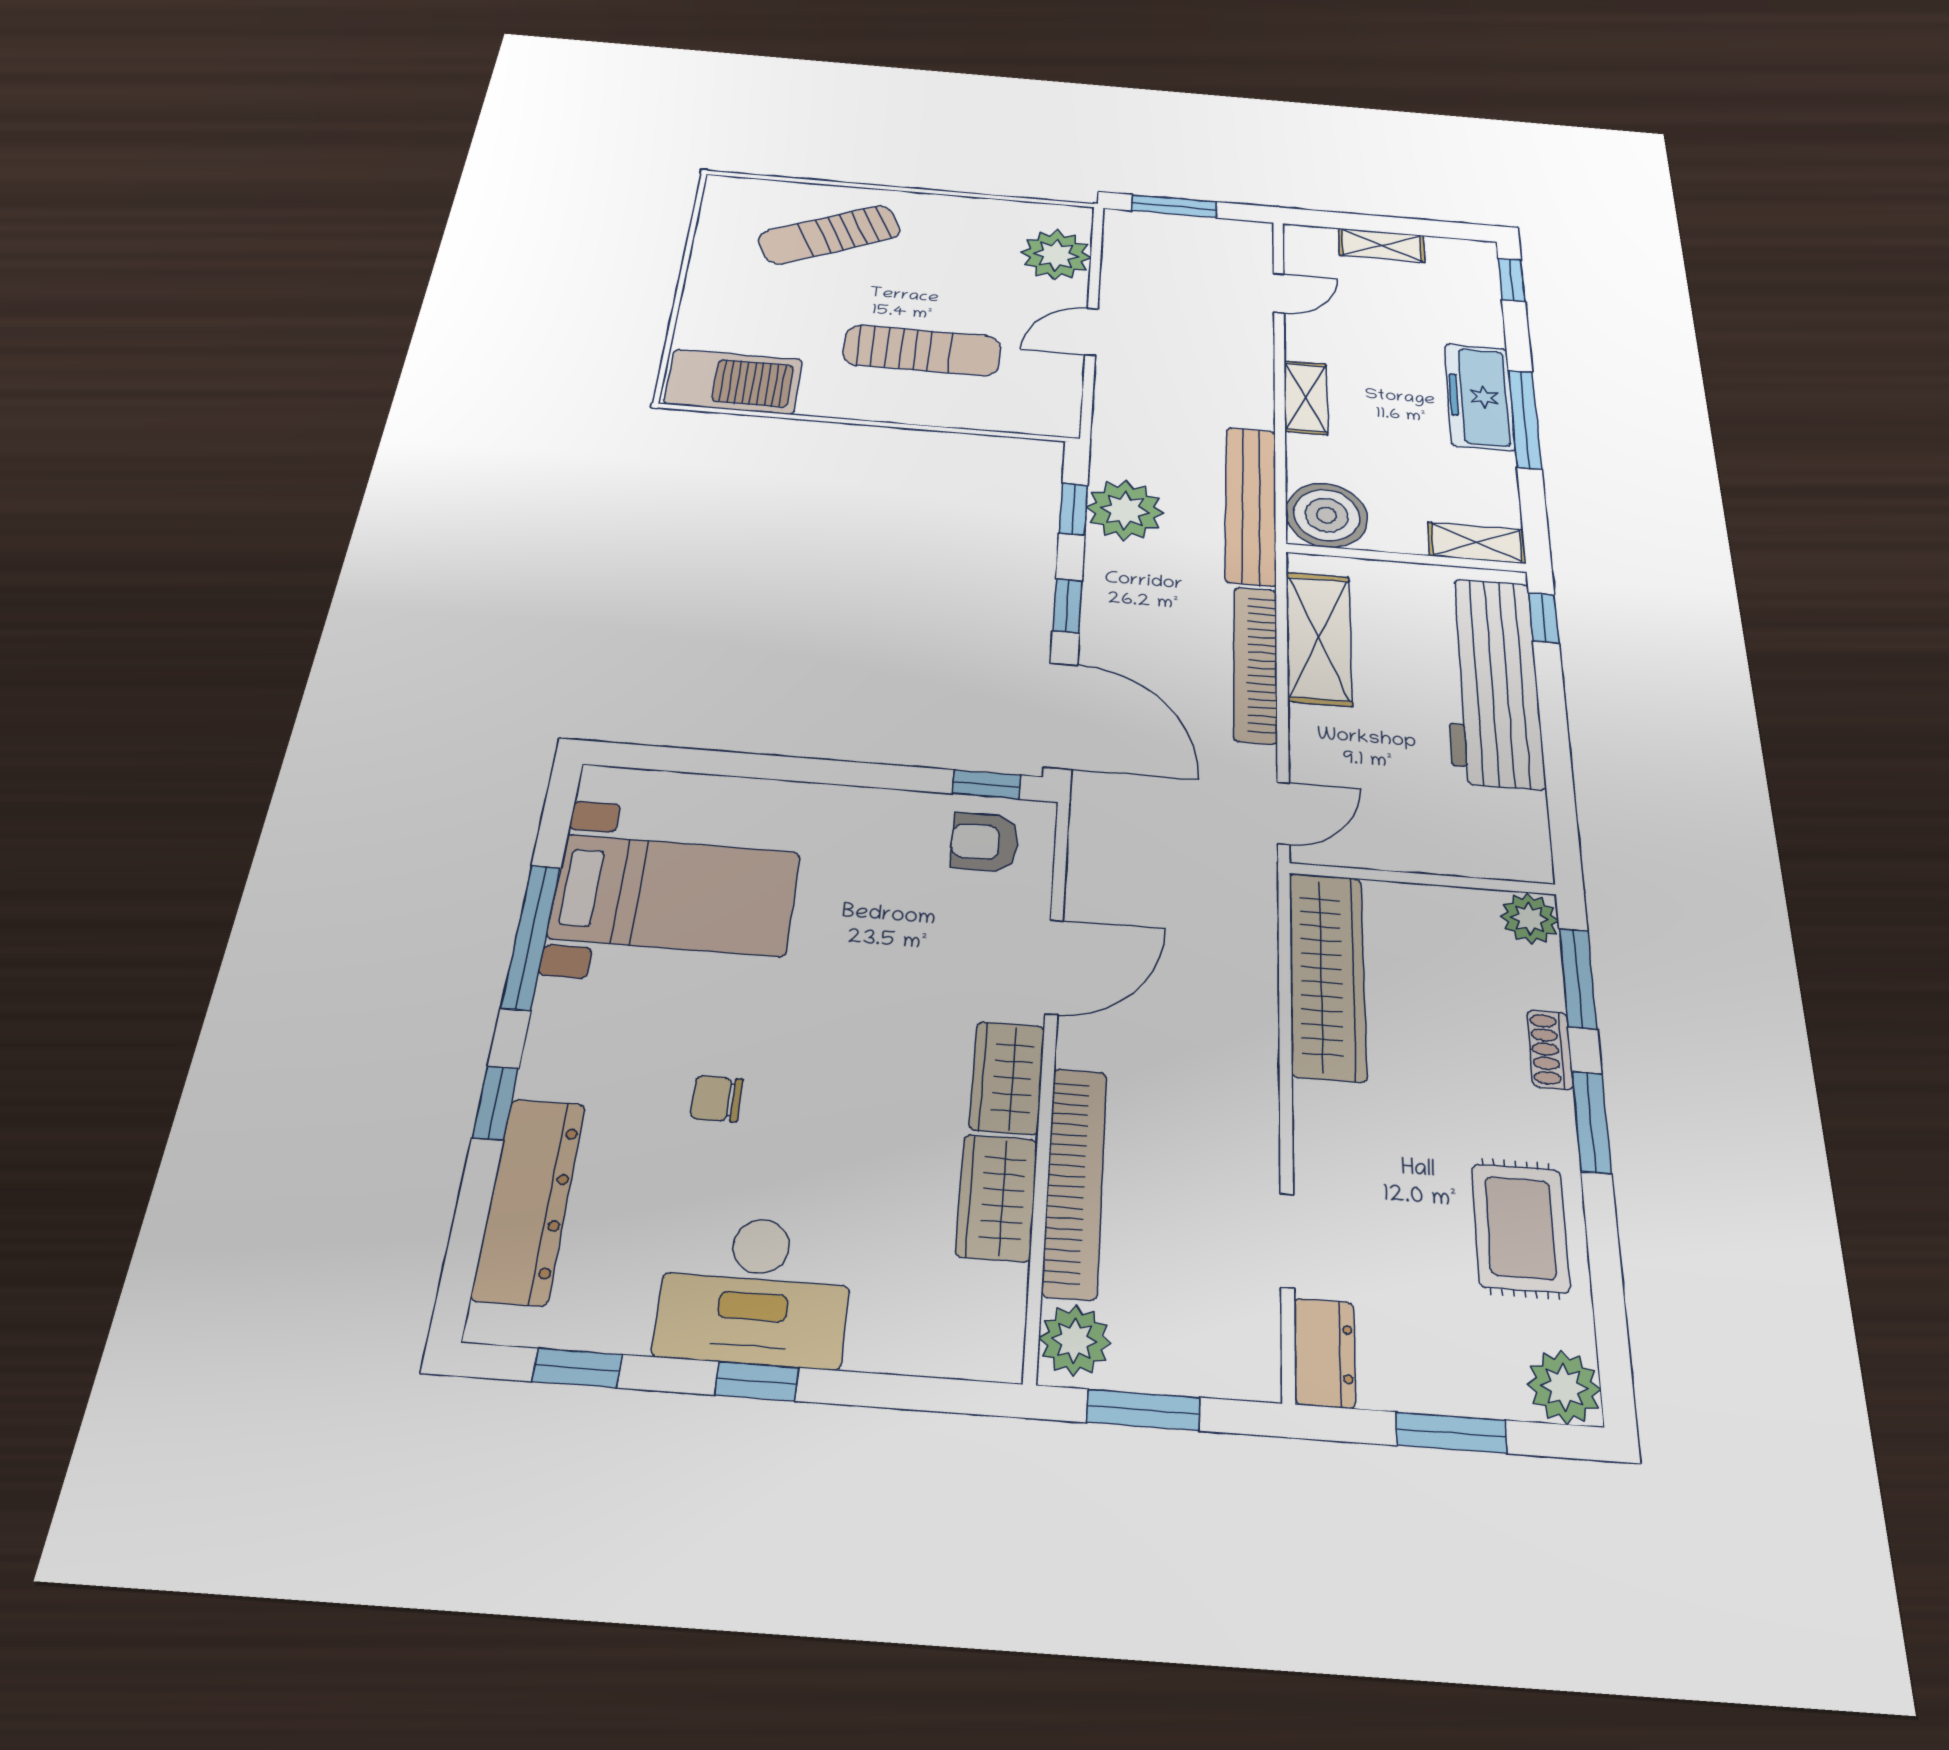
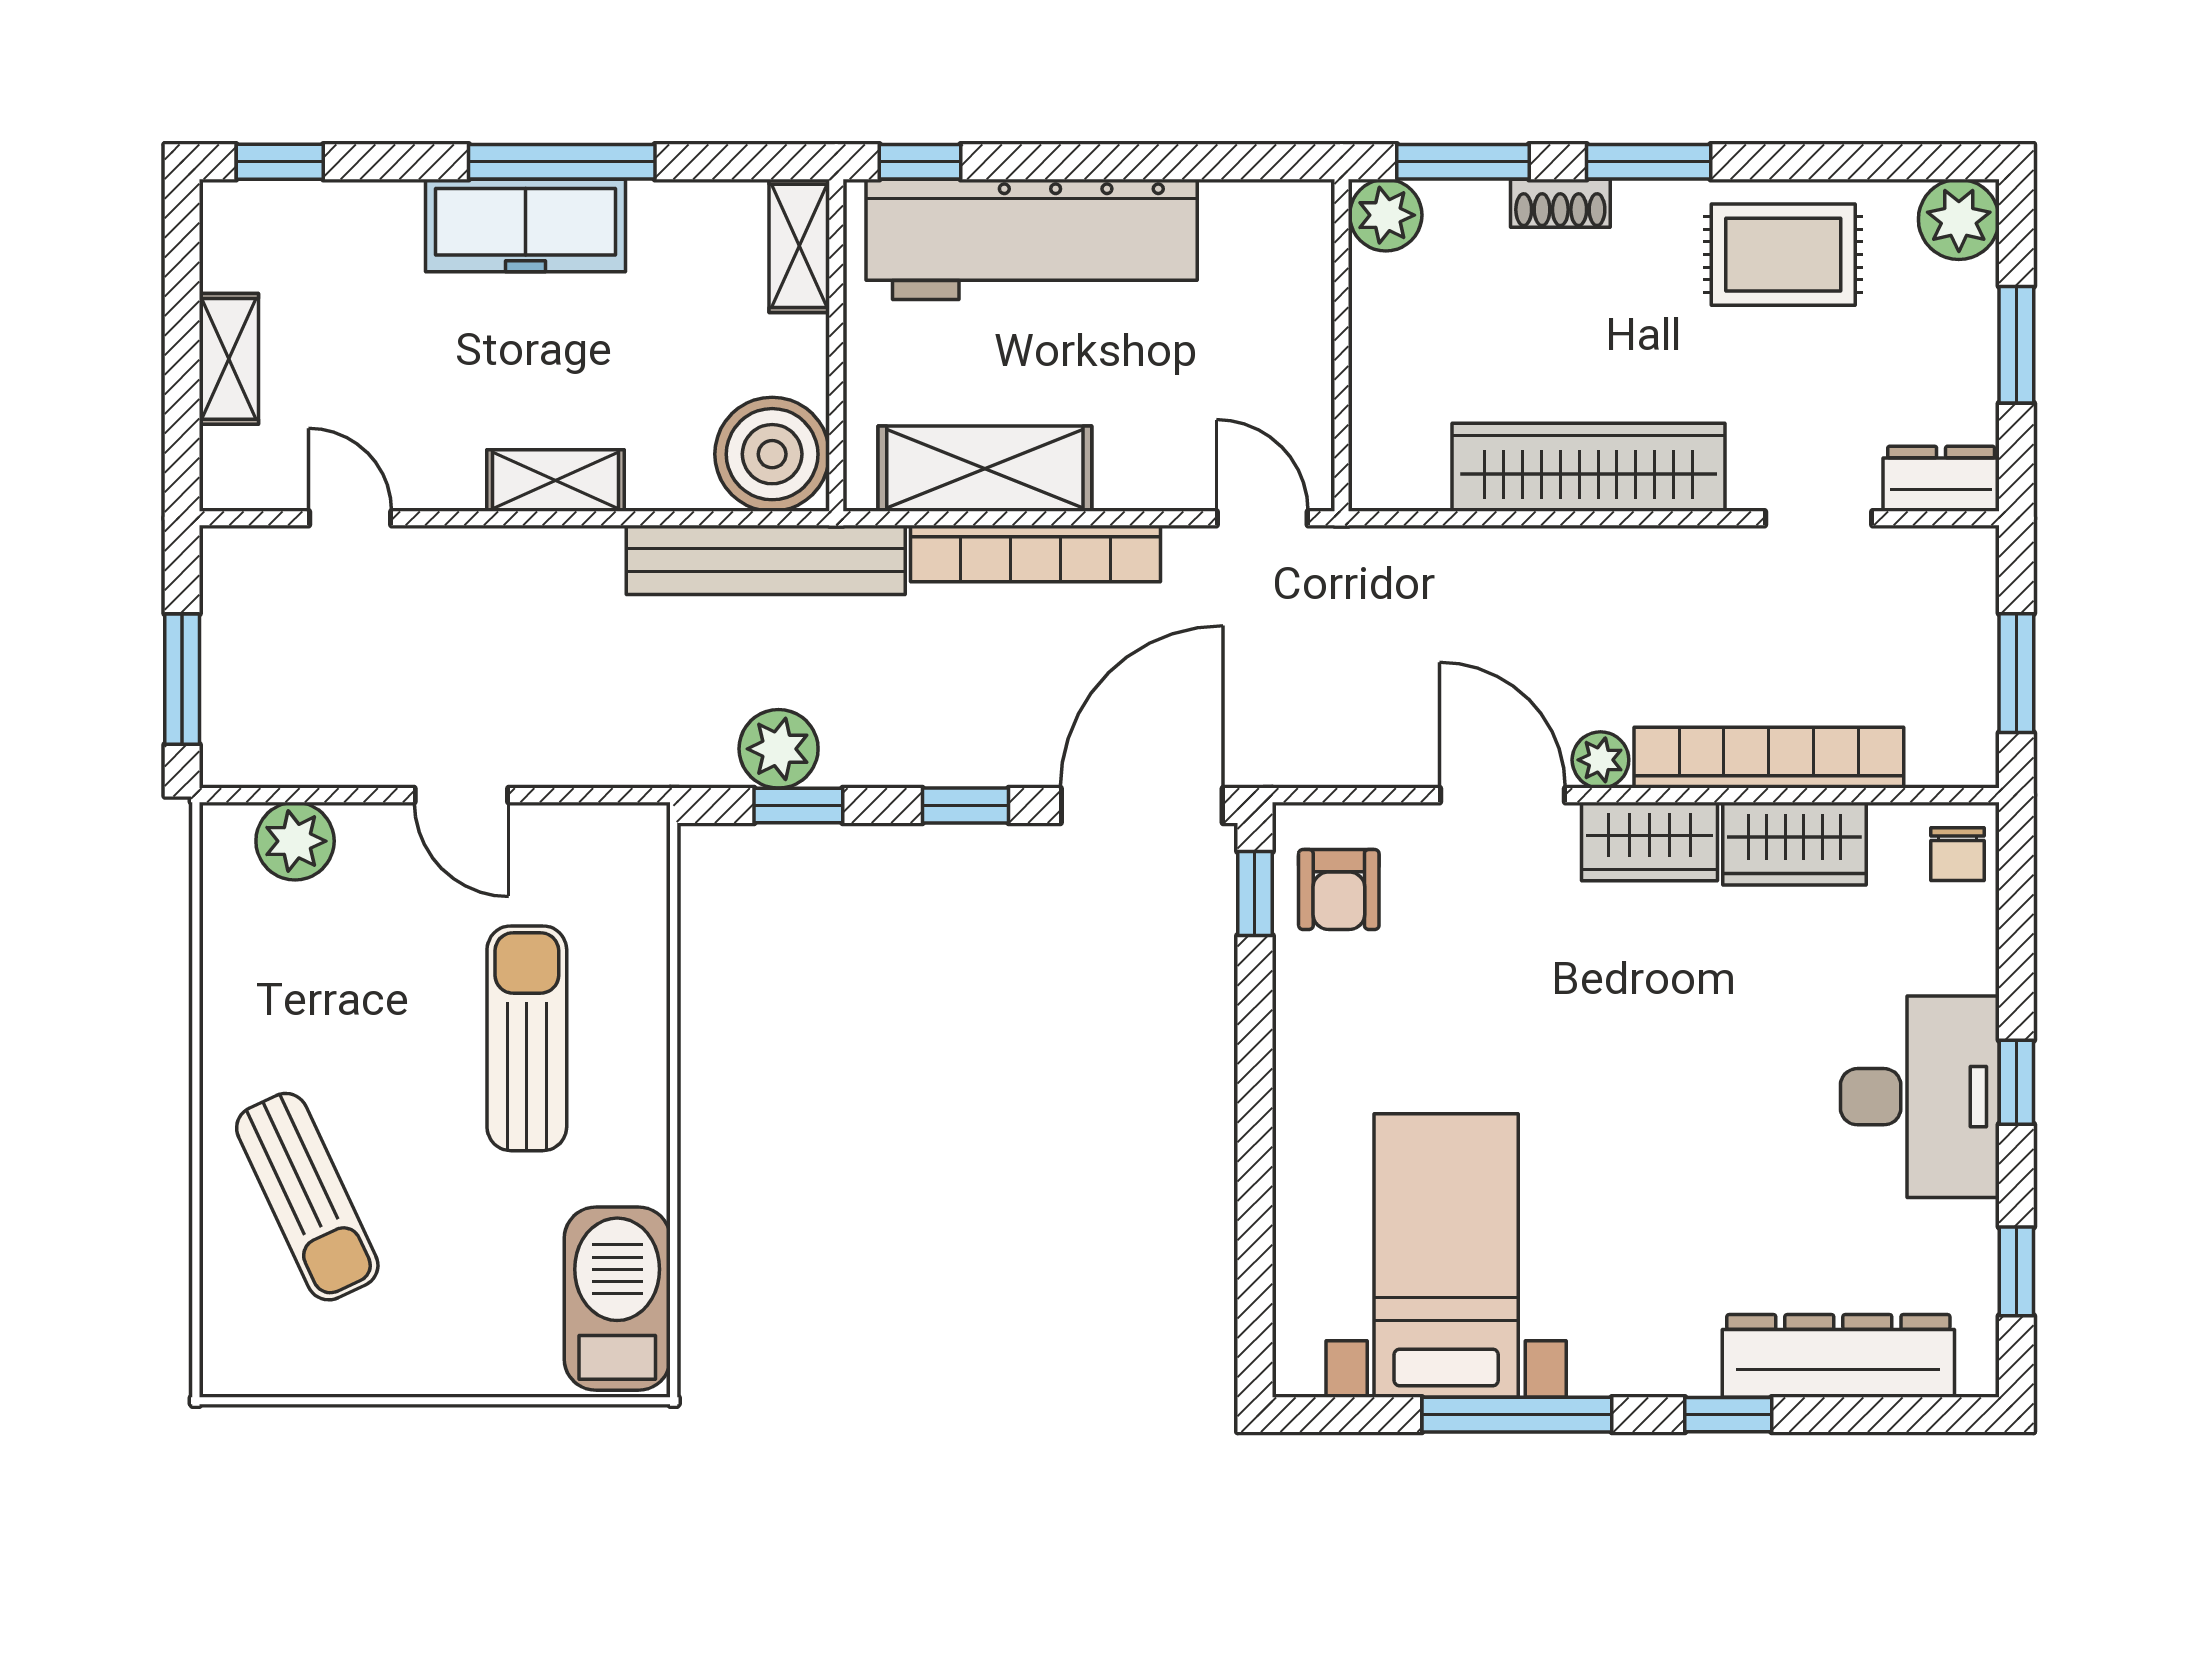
plant: (1056, 255) -> (295, 841), width x0.73, depth x0.73
plant: (1125, 510) -> (779, 749), width x0.73, depth x0.73
wardrobe: (1327, 975) -> (1589, 467), moved
chair: (717, 1099) -> (1957, 854), moved
plant: (1074, 1340) -> (1600, 760), moved, width x0.73, depth x0.73

